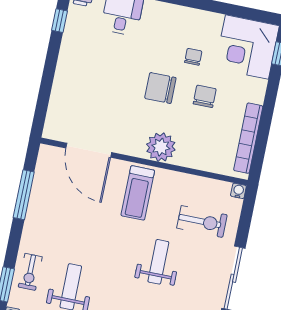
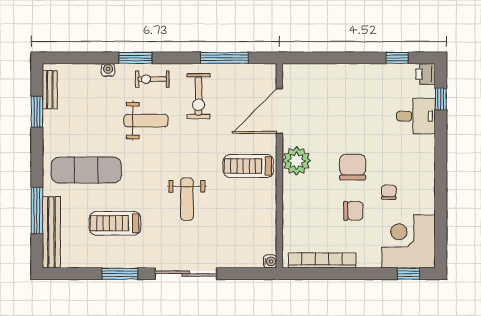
chair: (193, 57) -> (389, 192), turned -90
plant: (161, 147) -> (297, 161), moved
exercise bike: (202, 221) -> (199, 96), moved
weight bench: (158, 262) -> (187, 199), turned 90

